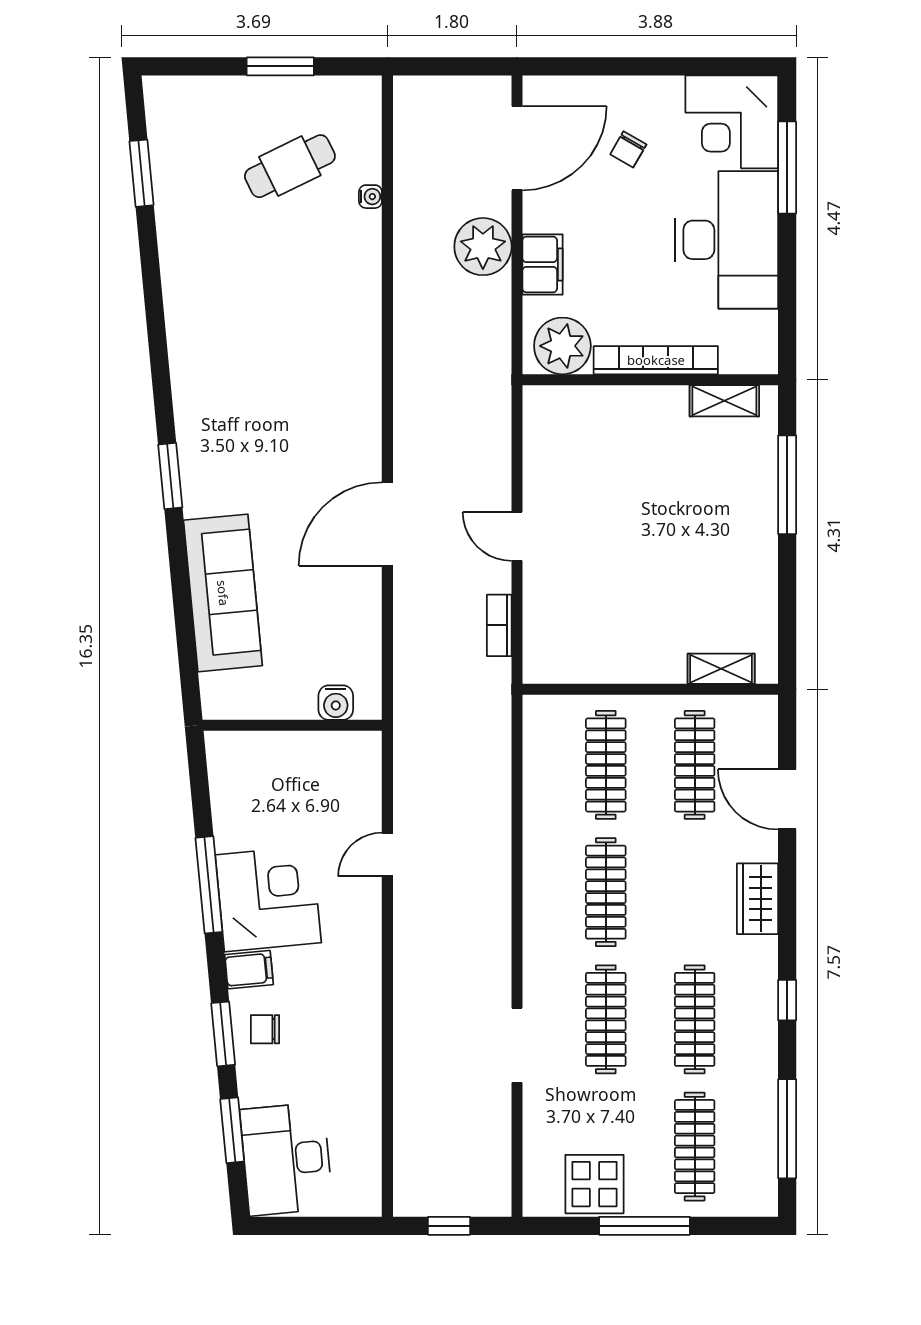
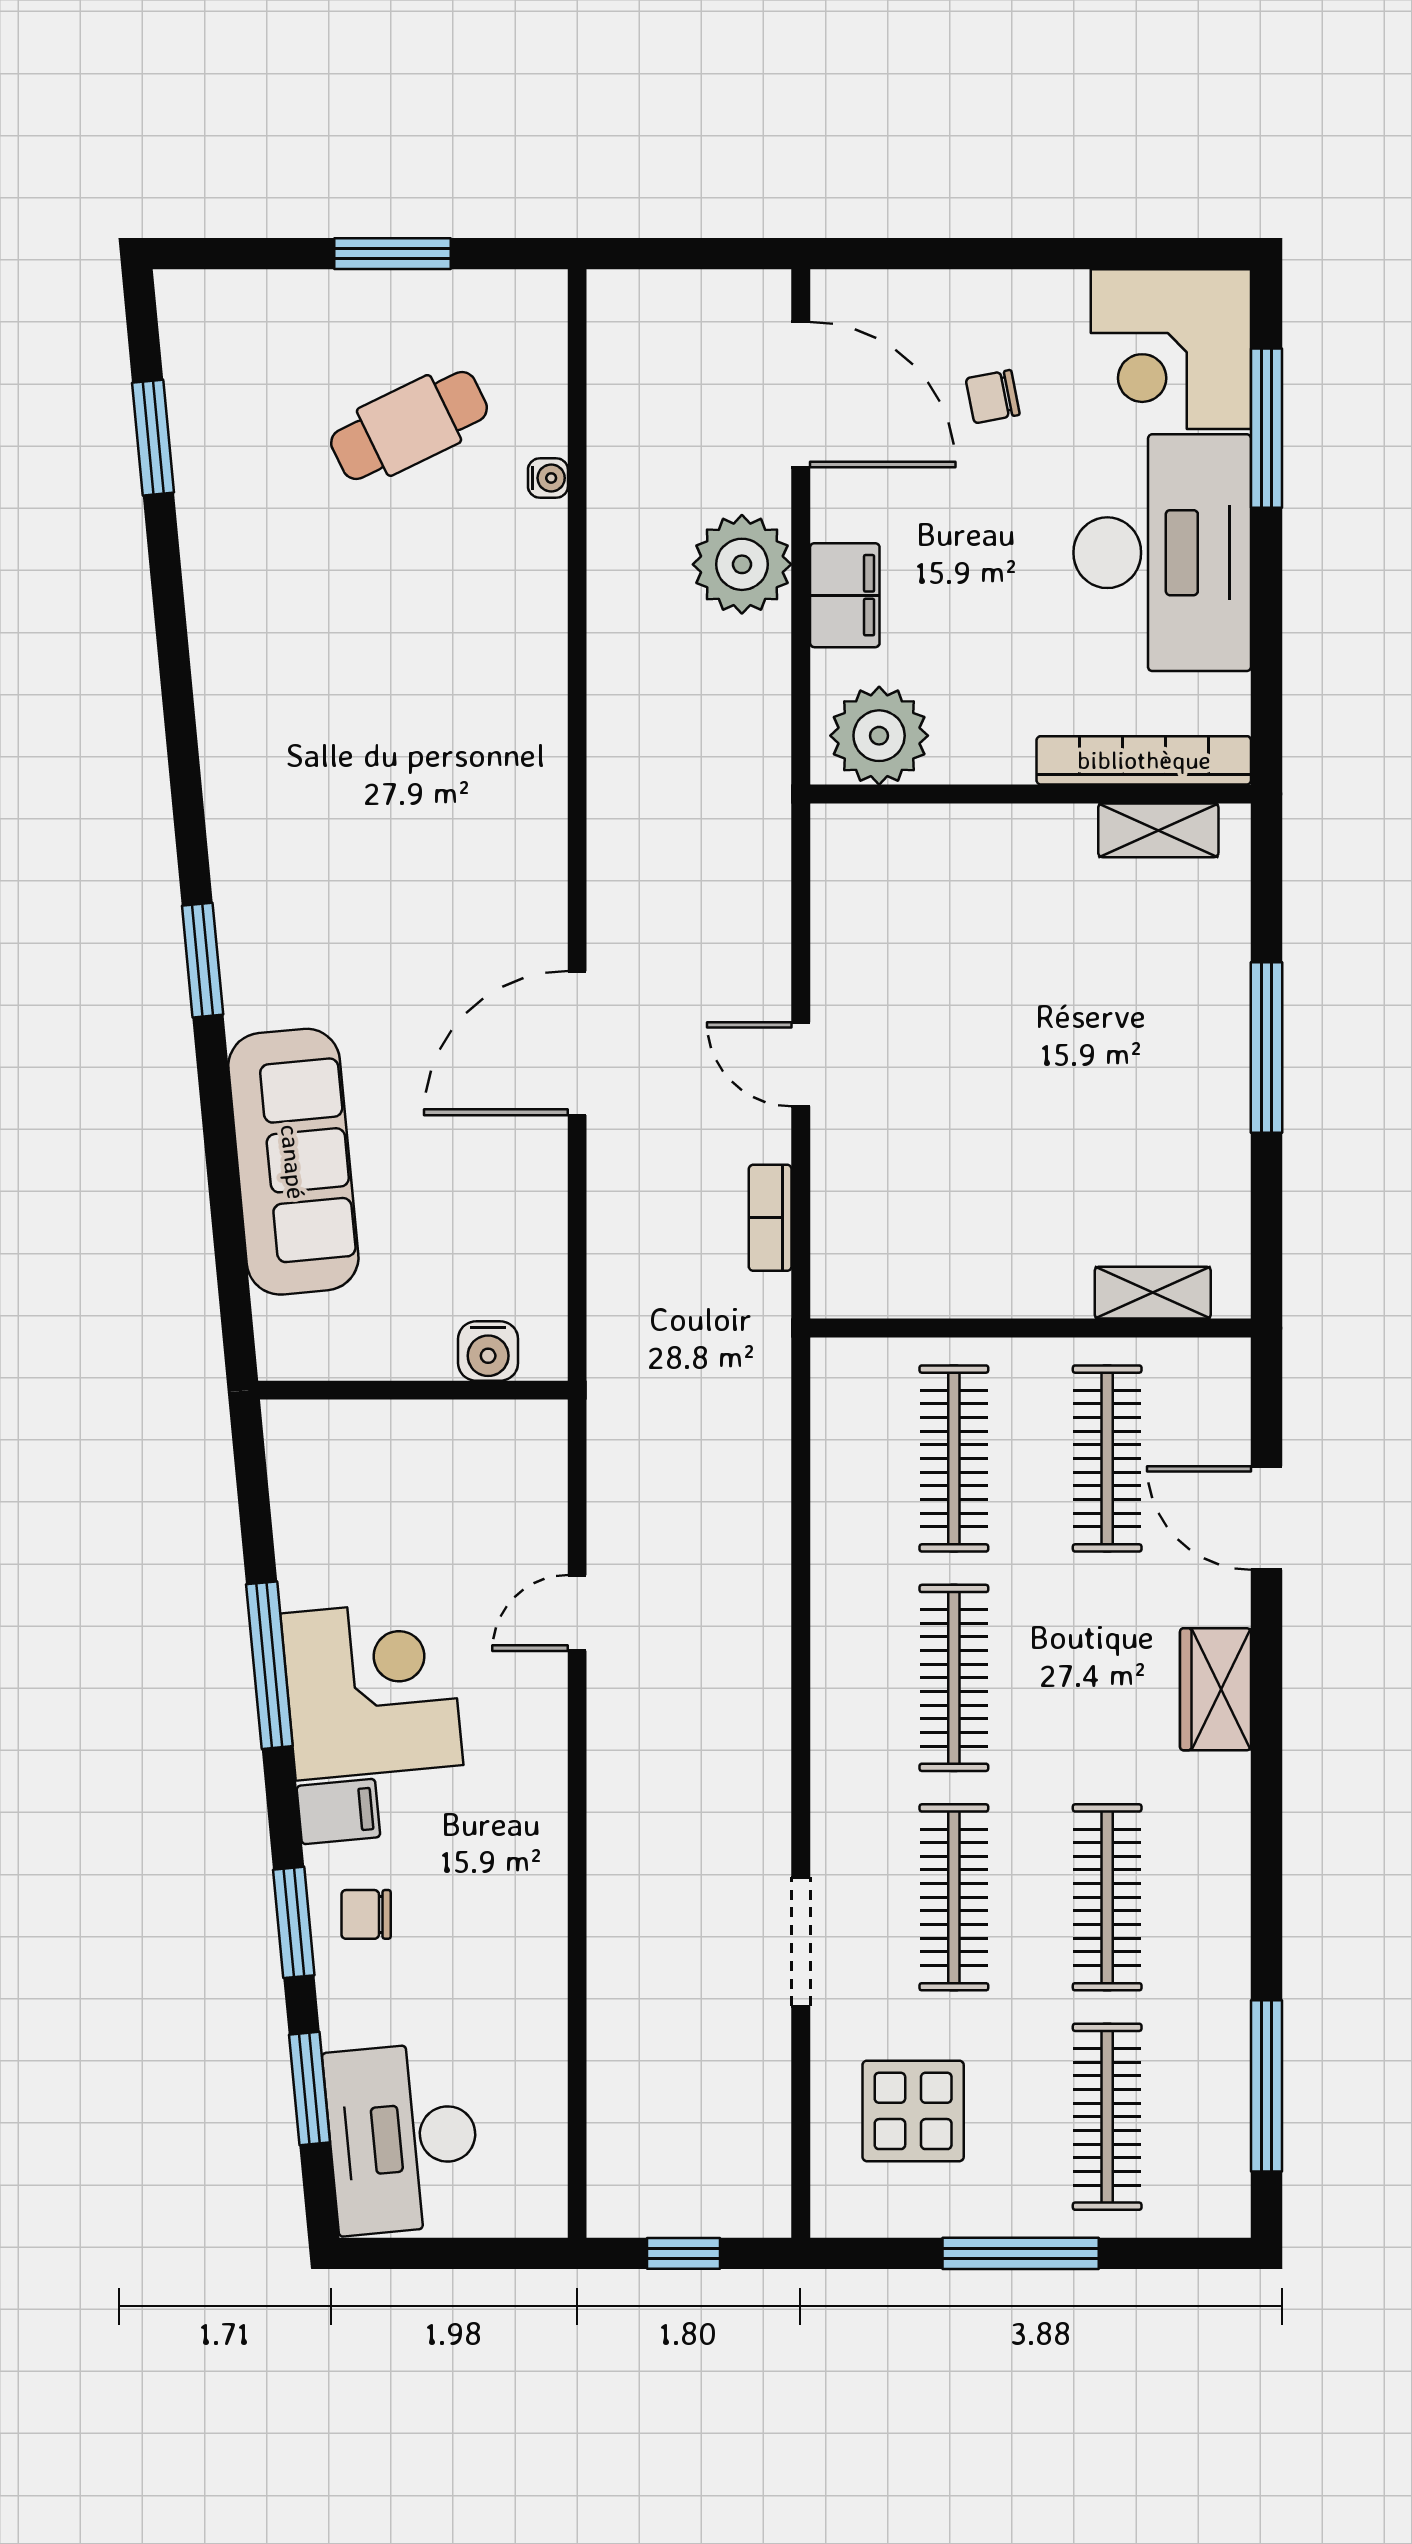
door: (517, 148) -> (801, 395), hinge flipped
chair: (628, 149) -> (993, 397), turned 49
bookcase: (656, 360) -> (1144, 760), moved
window: (787, 485) -> (1266, 1047), moved
window: (787, 1000) -> (1266, 1864), removed
display table: (594, 1184) -> (913, 2111), moved

